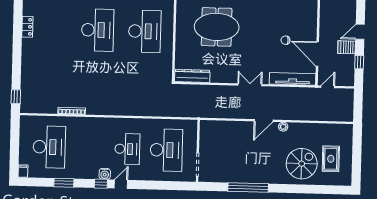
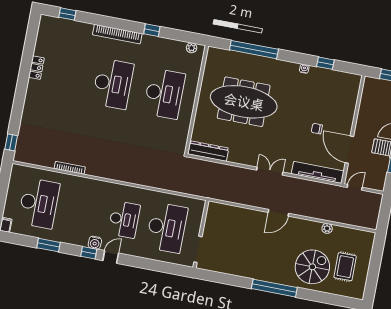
meeting table: (217, 27) -> (244, 102), width x1.36
plant: (283, 127) -> (327, 228), moved
window: (248, 188) -> (274, 288), moved

